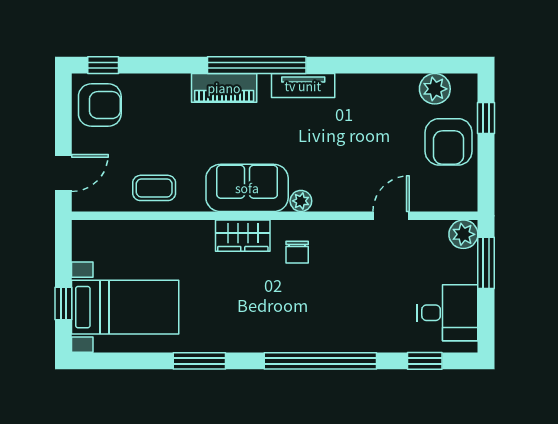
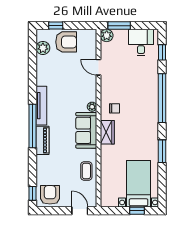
tv unit: (303, 86) -> (41, 106), width x1.41

